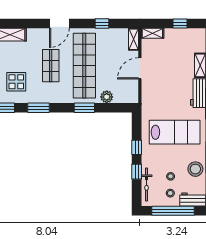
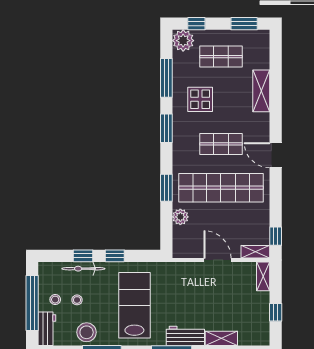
window: (102, 24) -> (276, 236), moved
lab bench: (175, 132) -> (134, 305), turned 180
bicycle: (147, 184) -> (83, 269), moved

